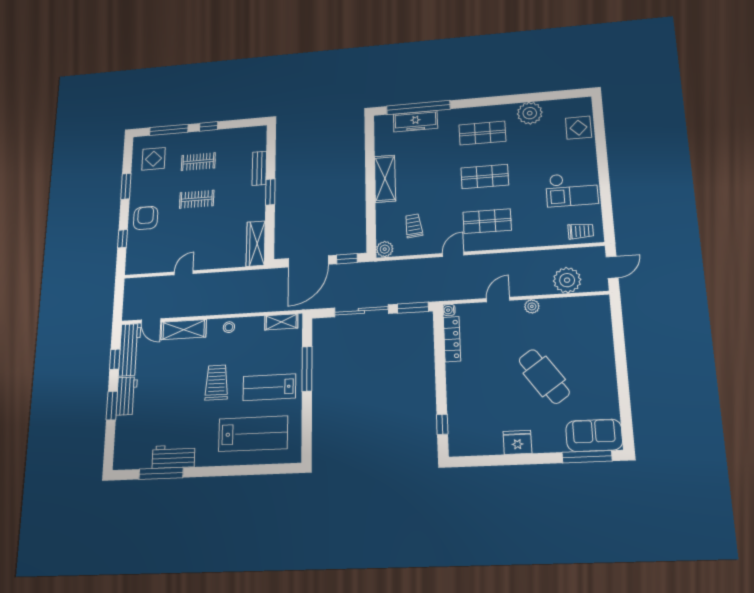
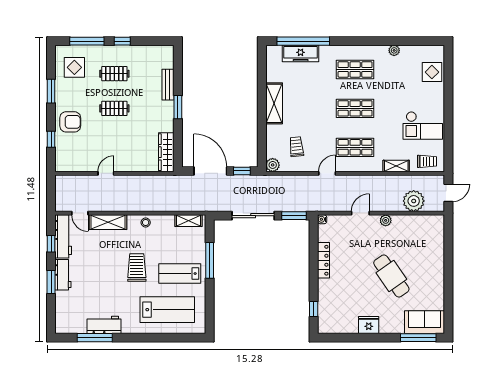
plant: (530, 113) -> (394, 50), width x0.53, depth x0.53
armchair: (146, 218) -> (70, 122), turned 90
shelving: (541, 239) -> (396, 166), added
door: (308, 261) -> (210, 171), swing flipped
locker: (452, 339) -> (323, 260), moved

